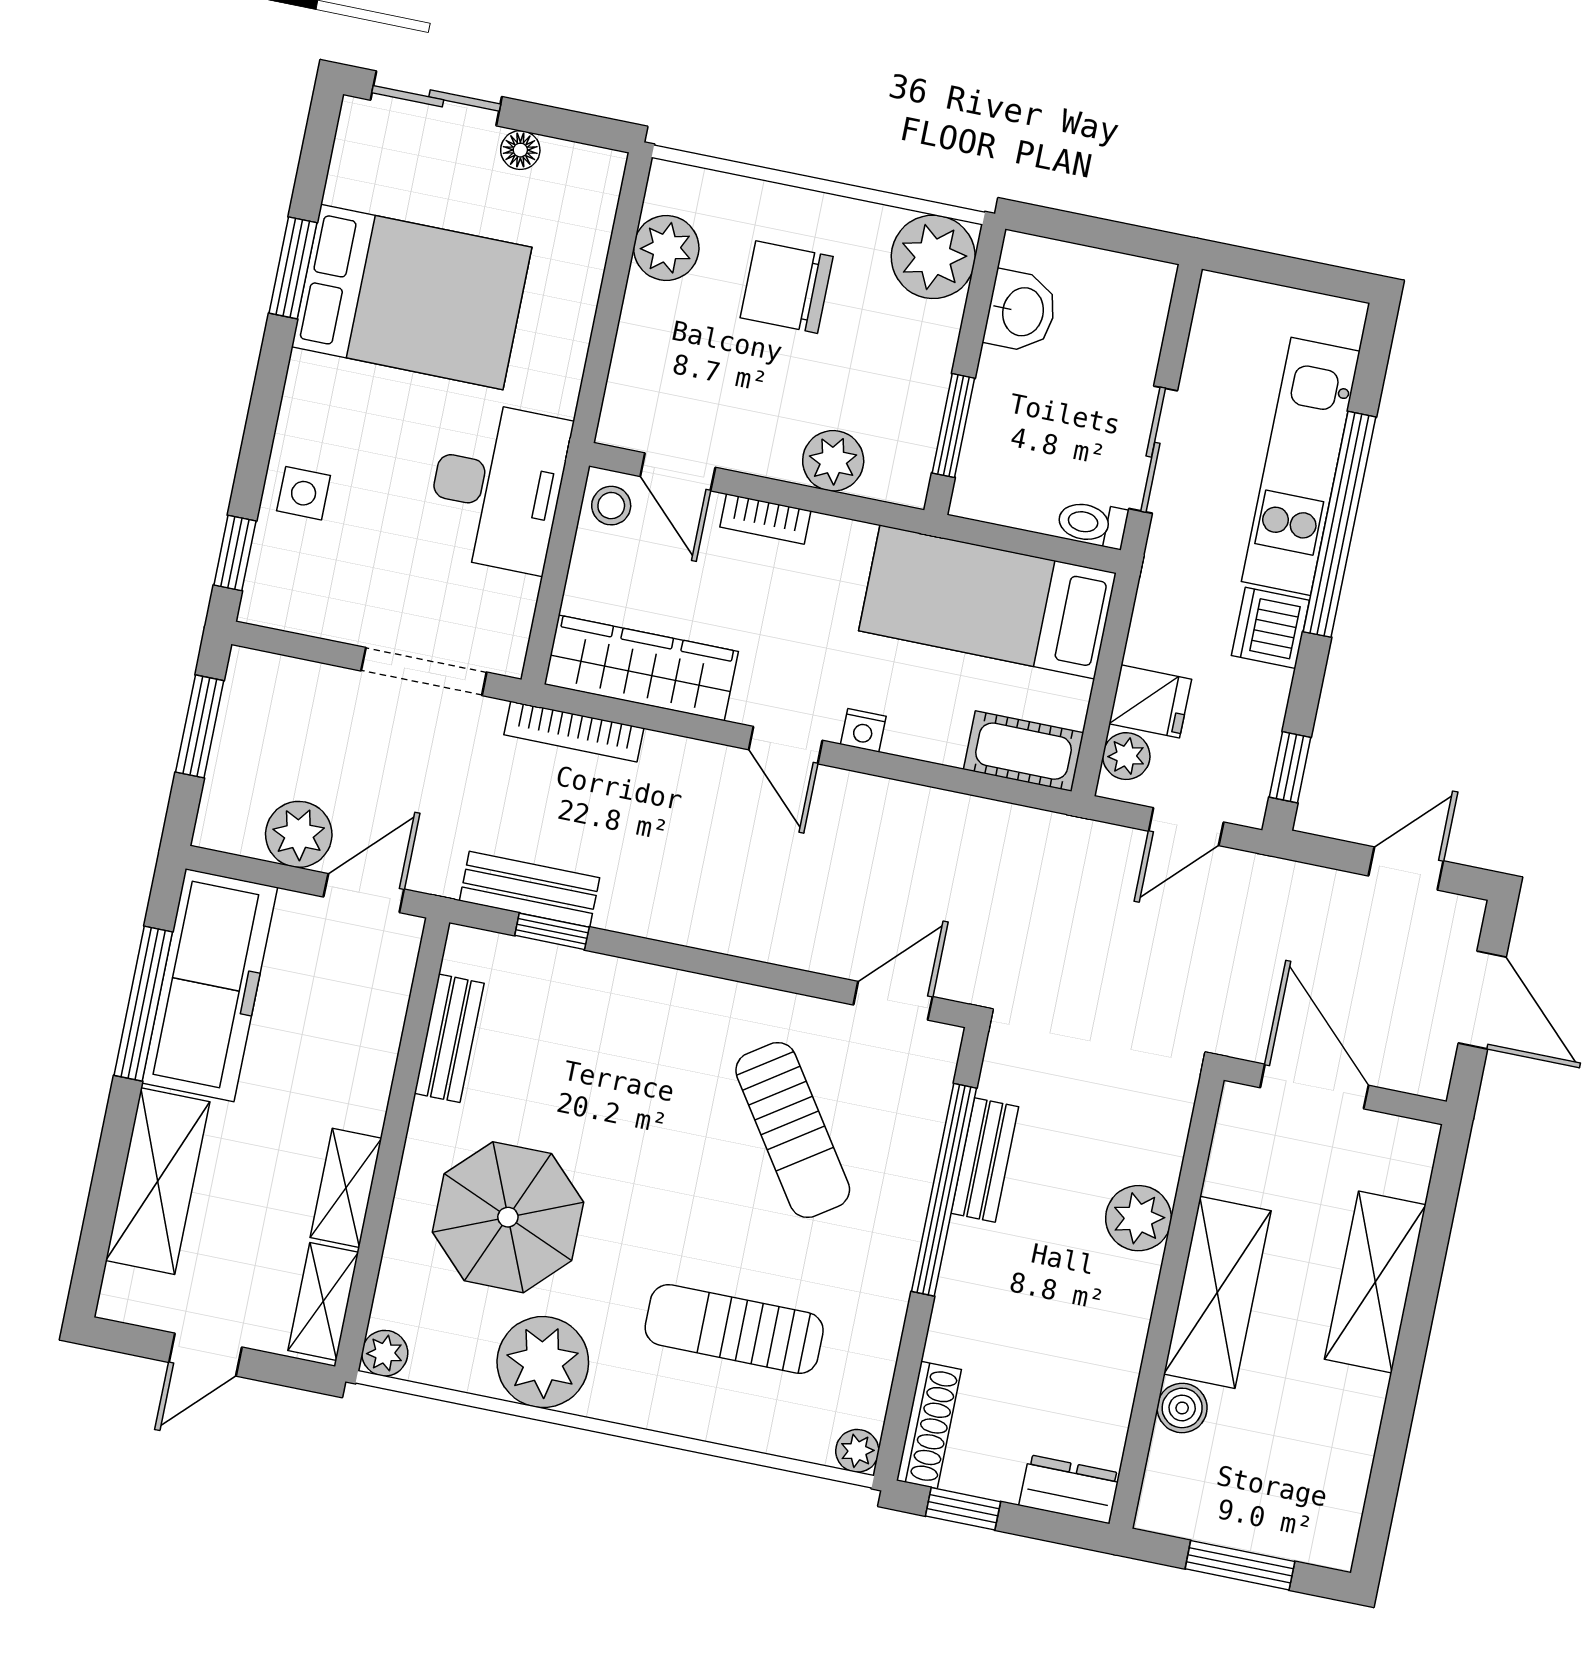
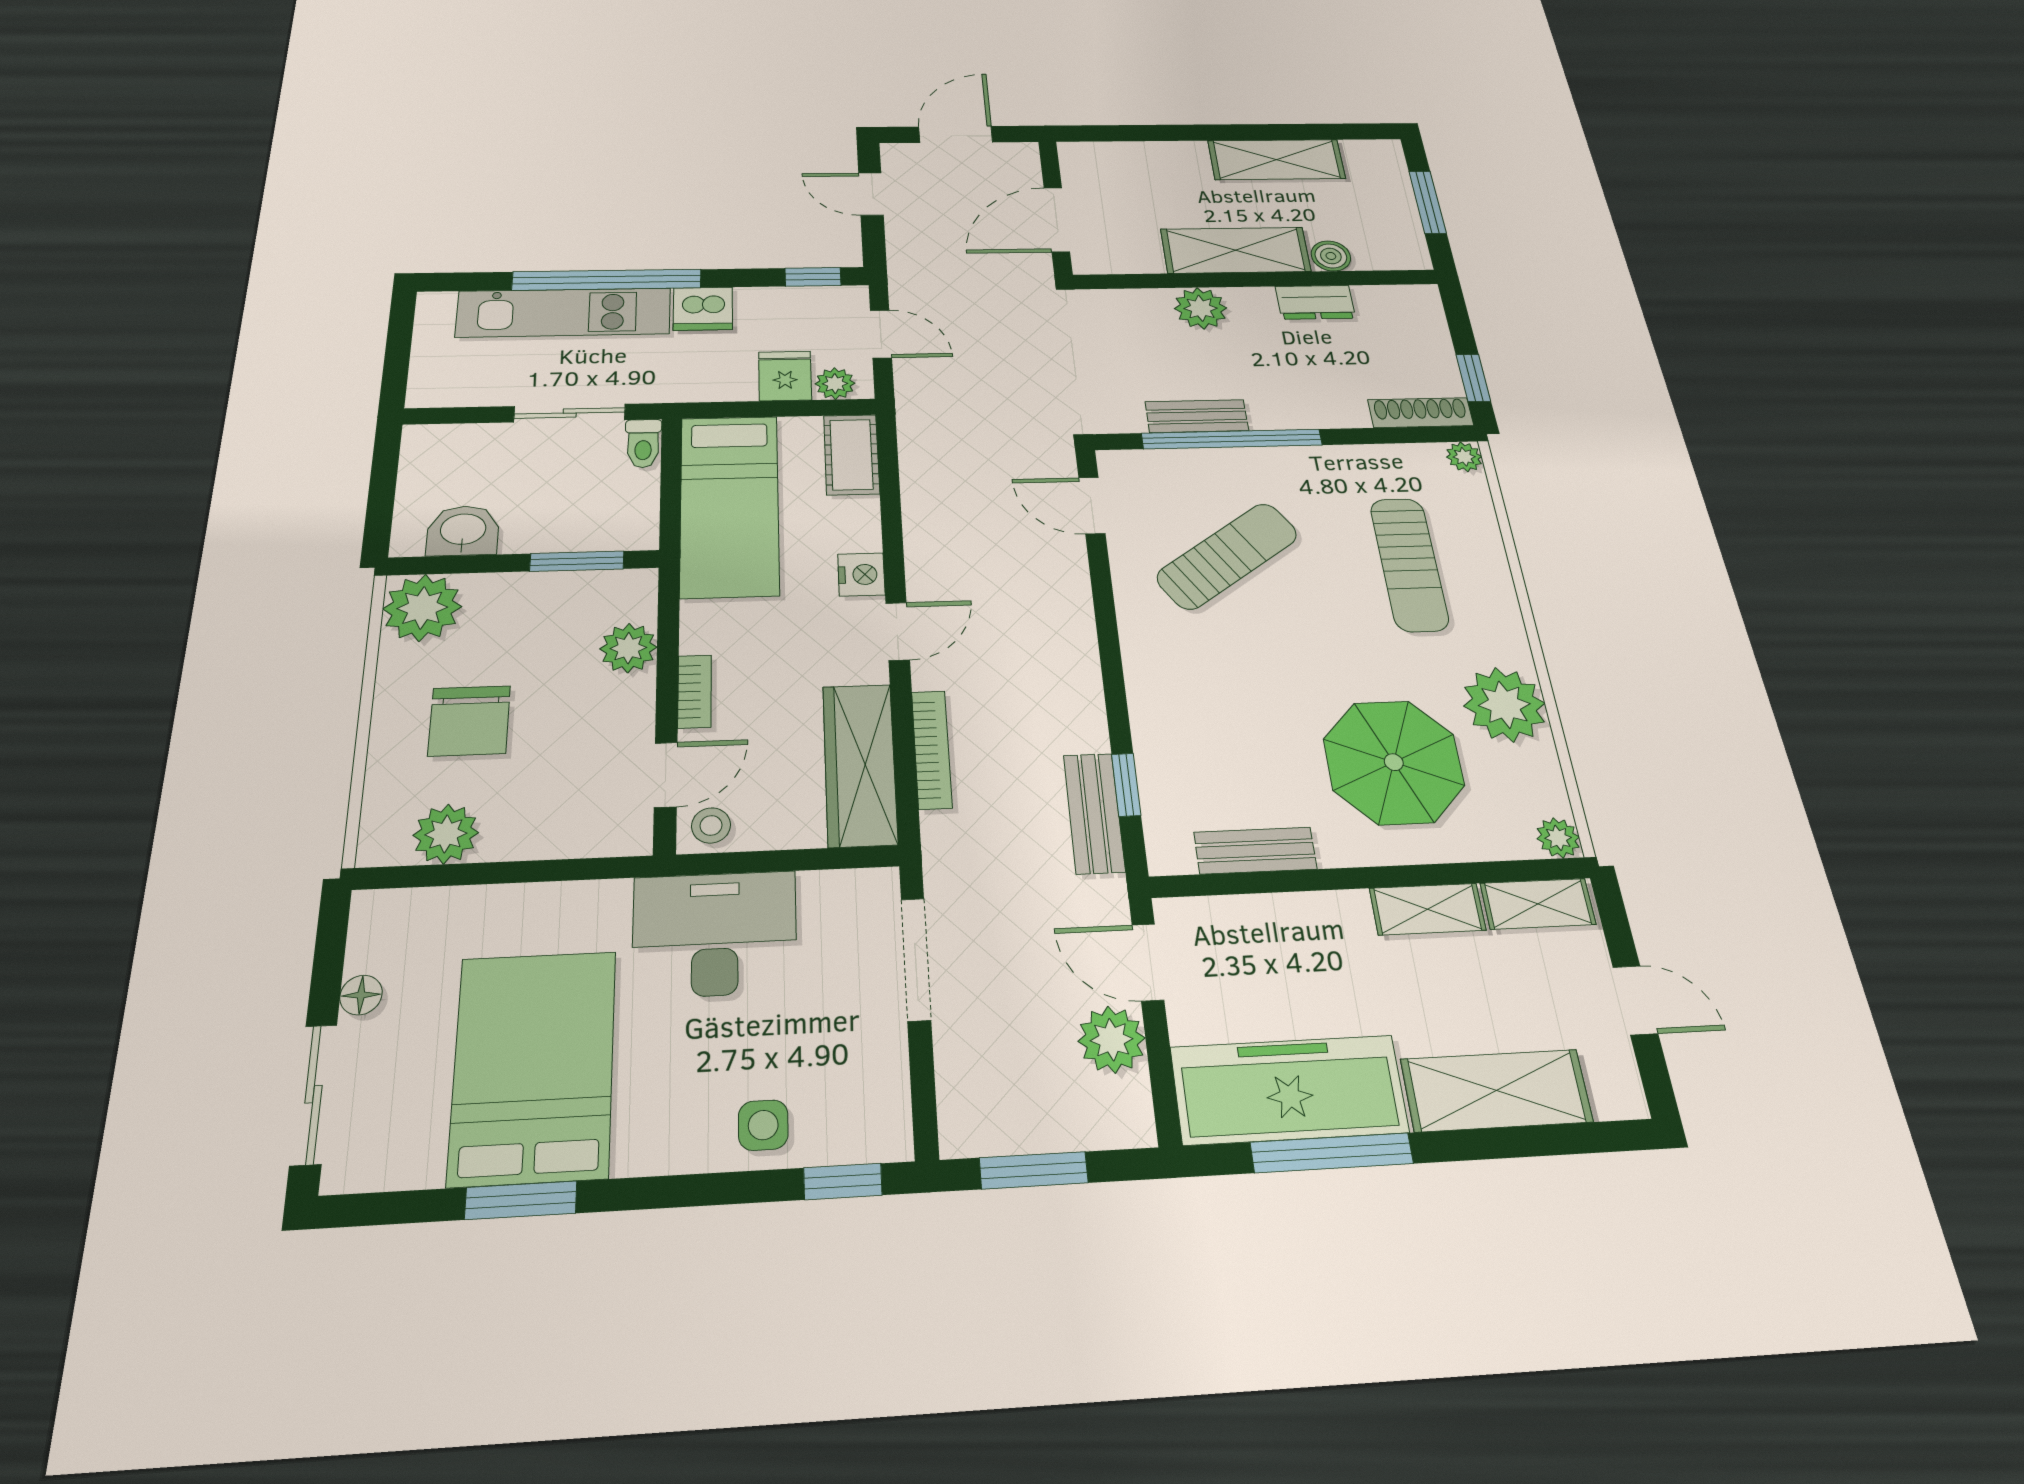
nightstand: (863, 730) -> (861, 575), width x1.39, depth x1.35
bookcase: (574, 731) -> (932, 749), moved
shelving: (1375, 1282) -> (1277, 160), moved
dresser: (1069, 1489) -> (1315, 302), moved, turned -90

